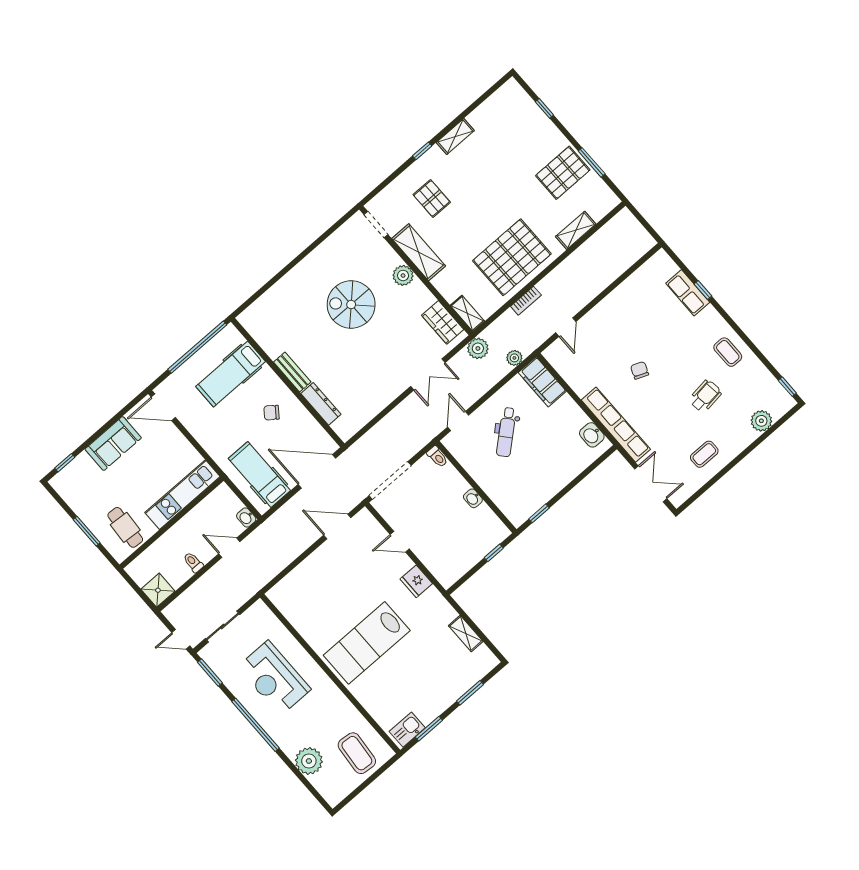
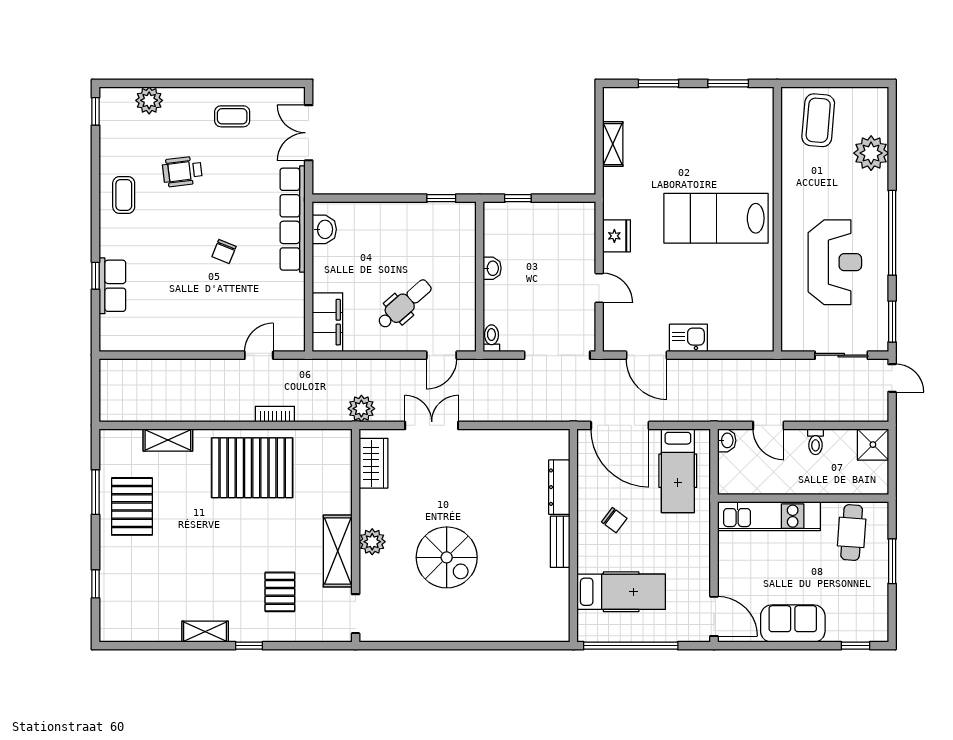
pallet: (563, 173) -> (132, 506), turned 90
shelving: (467, 313) -> (342, 451), removed
plant: (514, 358) -> (334, 369), removed
lab bench: (367, 643) -> (716, 218), turned 180
kitchen sink: (407, 730) -> (688, 338), moved, turned 180

